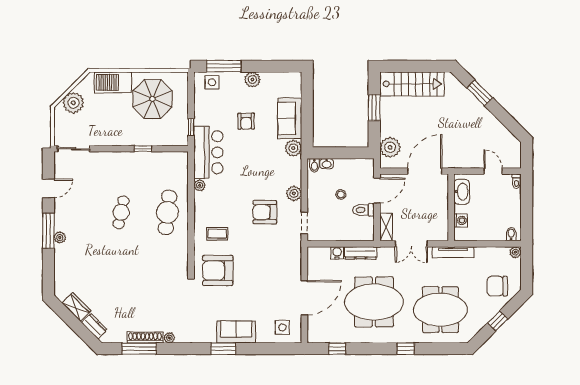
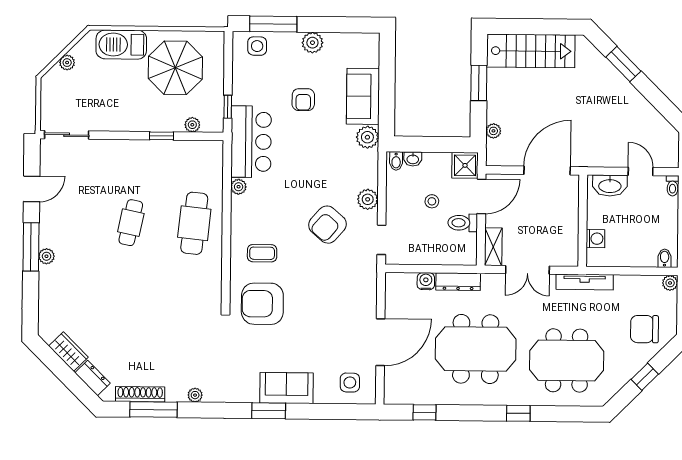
plant: (73, 103) -> (67, 63), width x0.53, depth x0.53
plant: (165, 140) -> (192, 125), added
plant: (390, 147) -> (493, 131), width x0.53, depth x0.53
shower: (365, 168) -> (465, 165), added
washbasin: (462, 192) -> (610, 186), moved, turned 90
armchair: (265, 212) -> (327, 225), turned -49
shoe rack: (145, 338) -> (140, 394), moved

